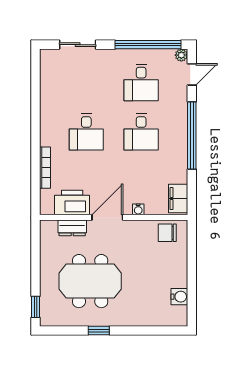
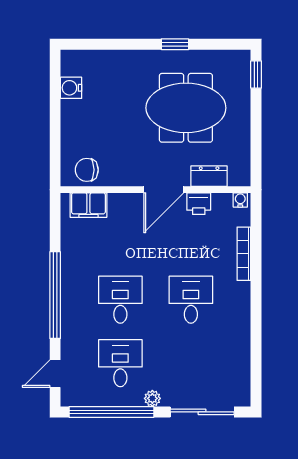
sliding door: (78, 45) -> (202, 412), width x1.37
plant: (181, 55) -> (152, 398), moved
filing cabinet: (178, 198) -> (88, 205), moved, turned 90
printer: (72, 202) -> (199, 204), width x0.53, depth x0.68
water cooler: (138, 209) -> (240, 200), moved
chair: (167, 233) -> (87, 170), turned 180

